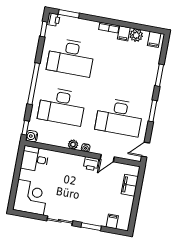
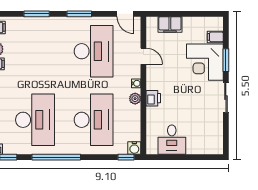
window: (34, 84) -> (56, 157), moved
desk: (35, 159) -> (172, 140), moved
printer: (91, 164) -> (153, 98), moved
corner desk: (31, 197) -> (205, 62), moved, turned -90

